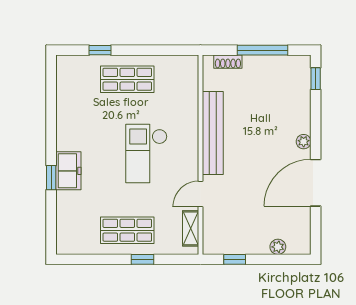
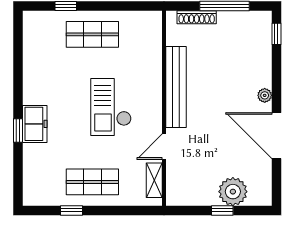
shoe rack: (228, 62) -> (197, 17), width x1.43
door: (316, 183) -> (276, 136), hinge flipped
plant: (278, 247) -> (233, 192), width x1.88, depth x1.88
window: (142, 259) -> (72, 210), moved
window: (235, 259) -> (222, 210), moved

